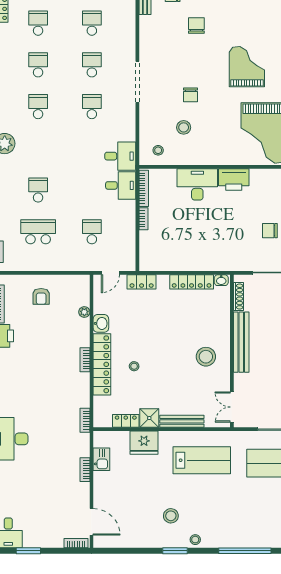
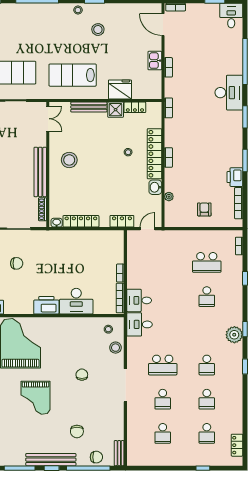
school desk: (92, 107) -> (163, 365), width x1.85
stool: (184, 127) -> (116, 348), moved
school desk: (92, 232) -> (163, 262), removed
kitchen sink: (101, 459) -> (155, 61), moved

